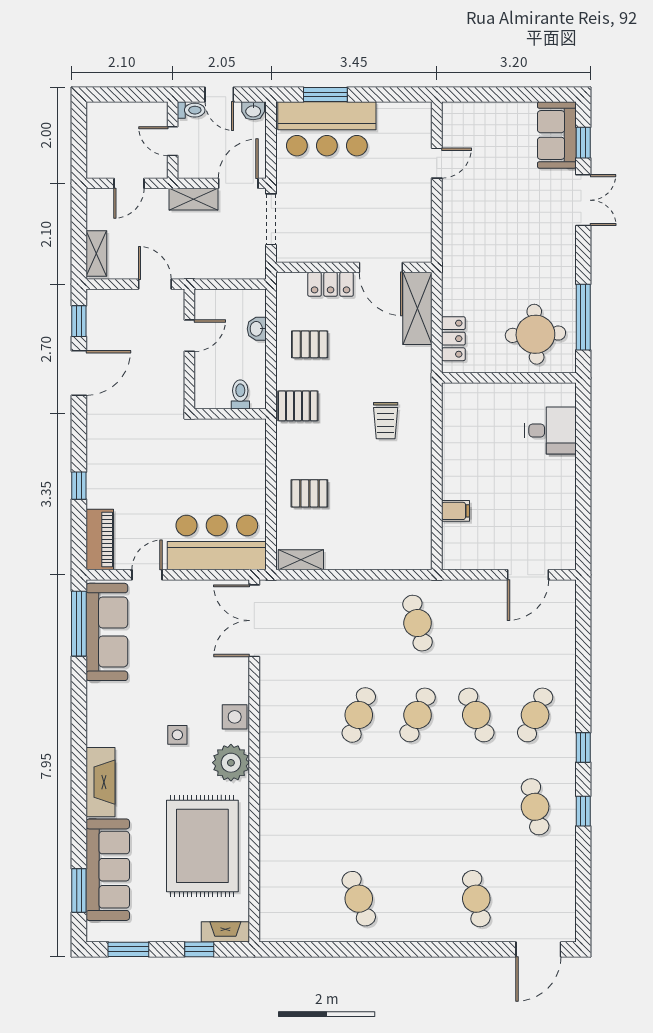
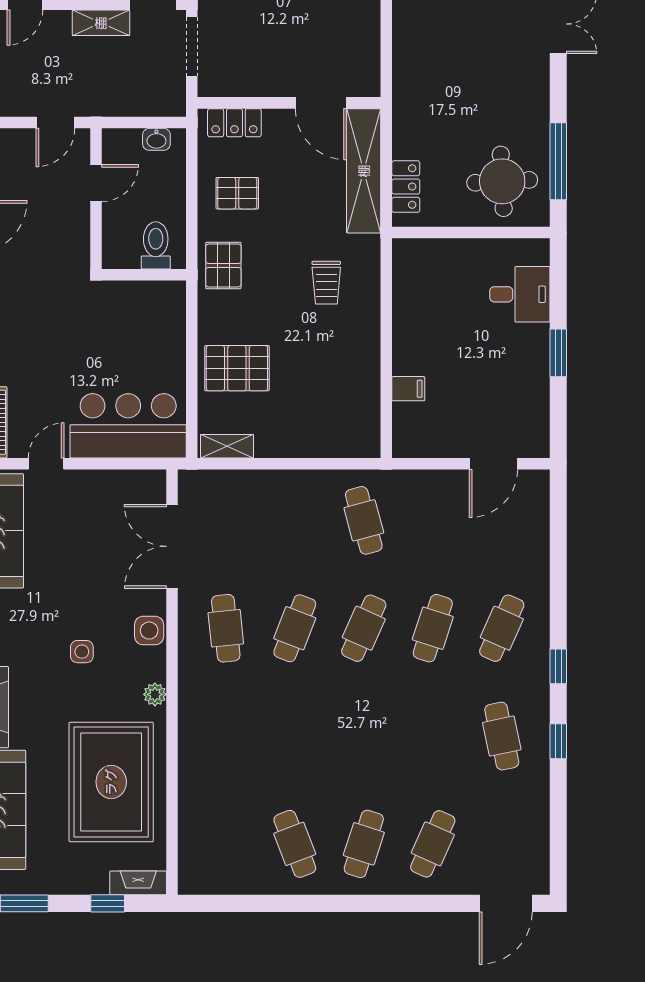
door: (155, 284) -> (55, 123), swing flipped
locker: (331, 284) -> (234, 123), moved
shelving: (417, 308) -> (364, 171), width x1.47
washbasin: (257, 329) -> (156, 139), moved, turned -90
toilet: (240, 394) -> (156, 245), width x1.37, depth x1.39
pallet: (298, 406) -> (223, 265), turned 90
window: (583, 480) -> (558, 353), added
pallet: (309, 493) -> (237, 368), width x1.50, depth x1.42
double door: (254, 621) -> (172, 546), moved
cafe table: (300, 715) -> (226, 628), added
cafe table: (476, 715) -> (433, 628), turned 42
plant: (231, 763) -> (155, 694), width x0.53, depth x0.53
cafe table: (418, 899) -> (364, 844), added
cafe table: (476, 899) -> (433, 844), turned 36

